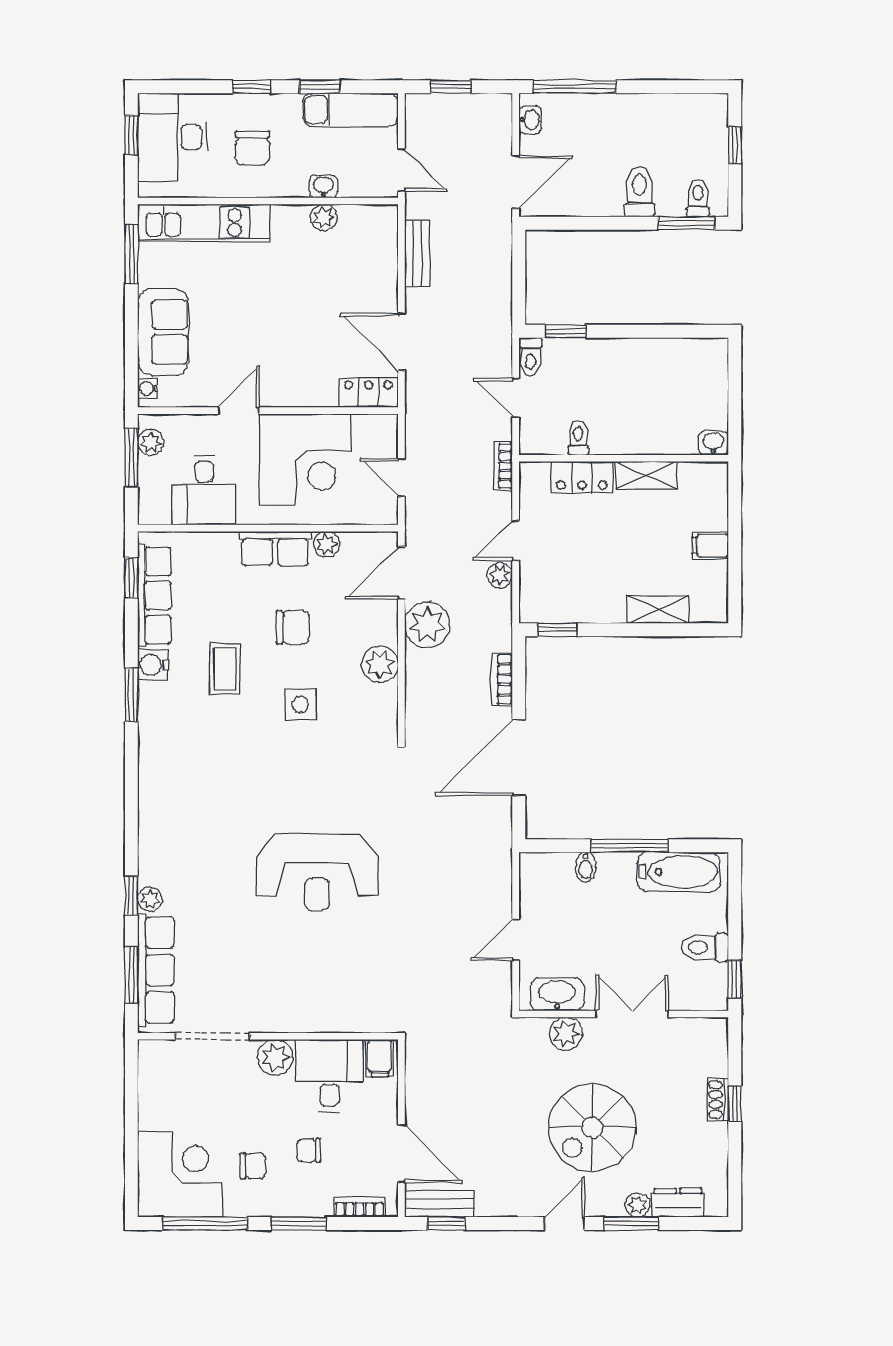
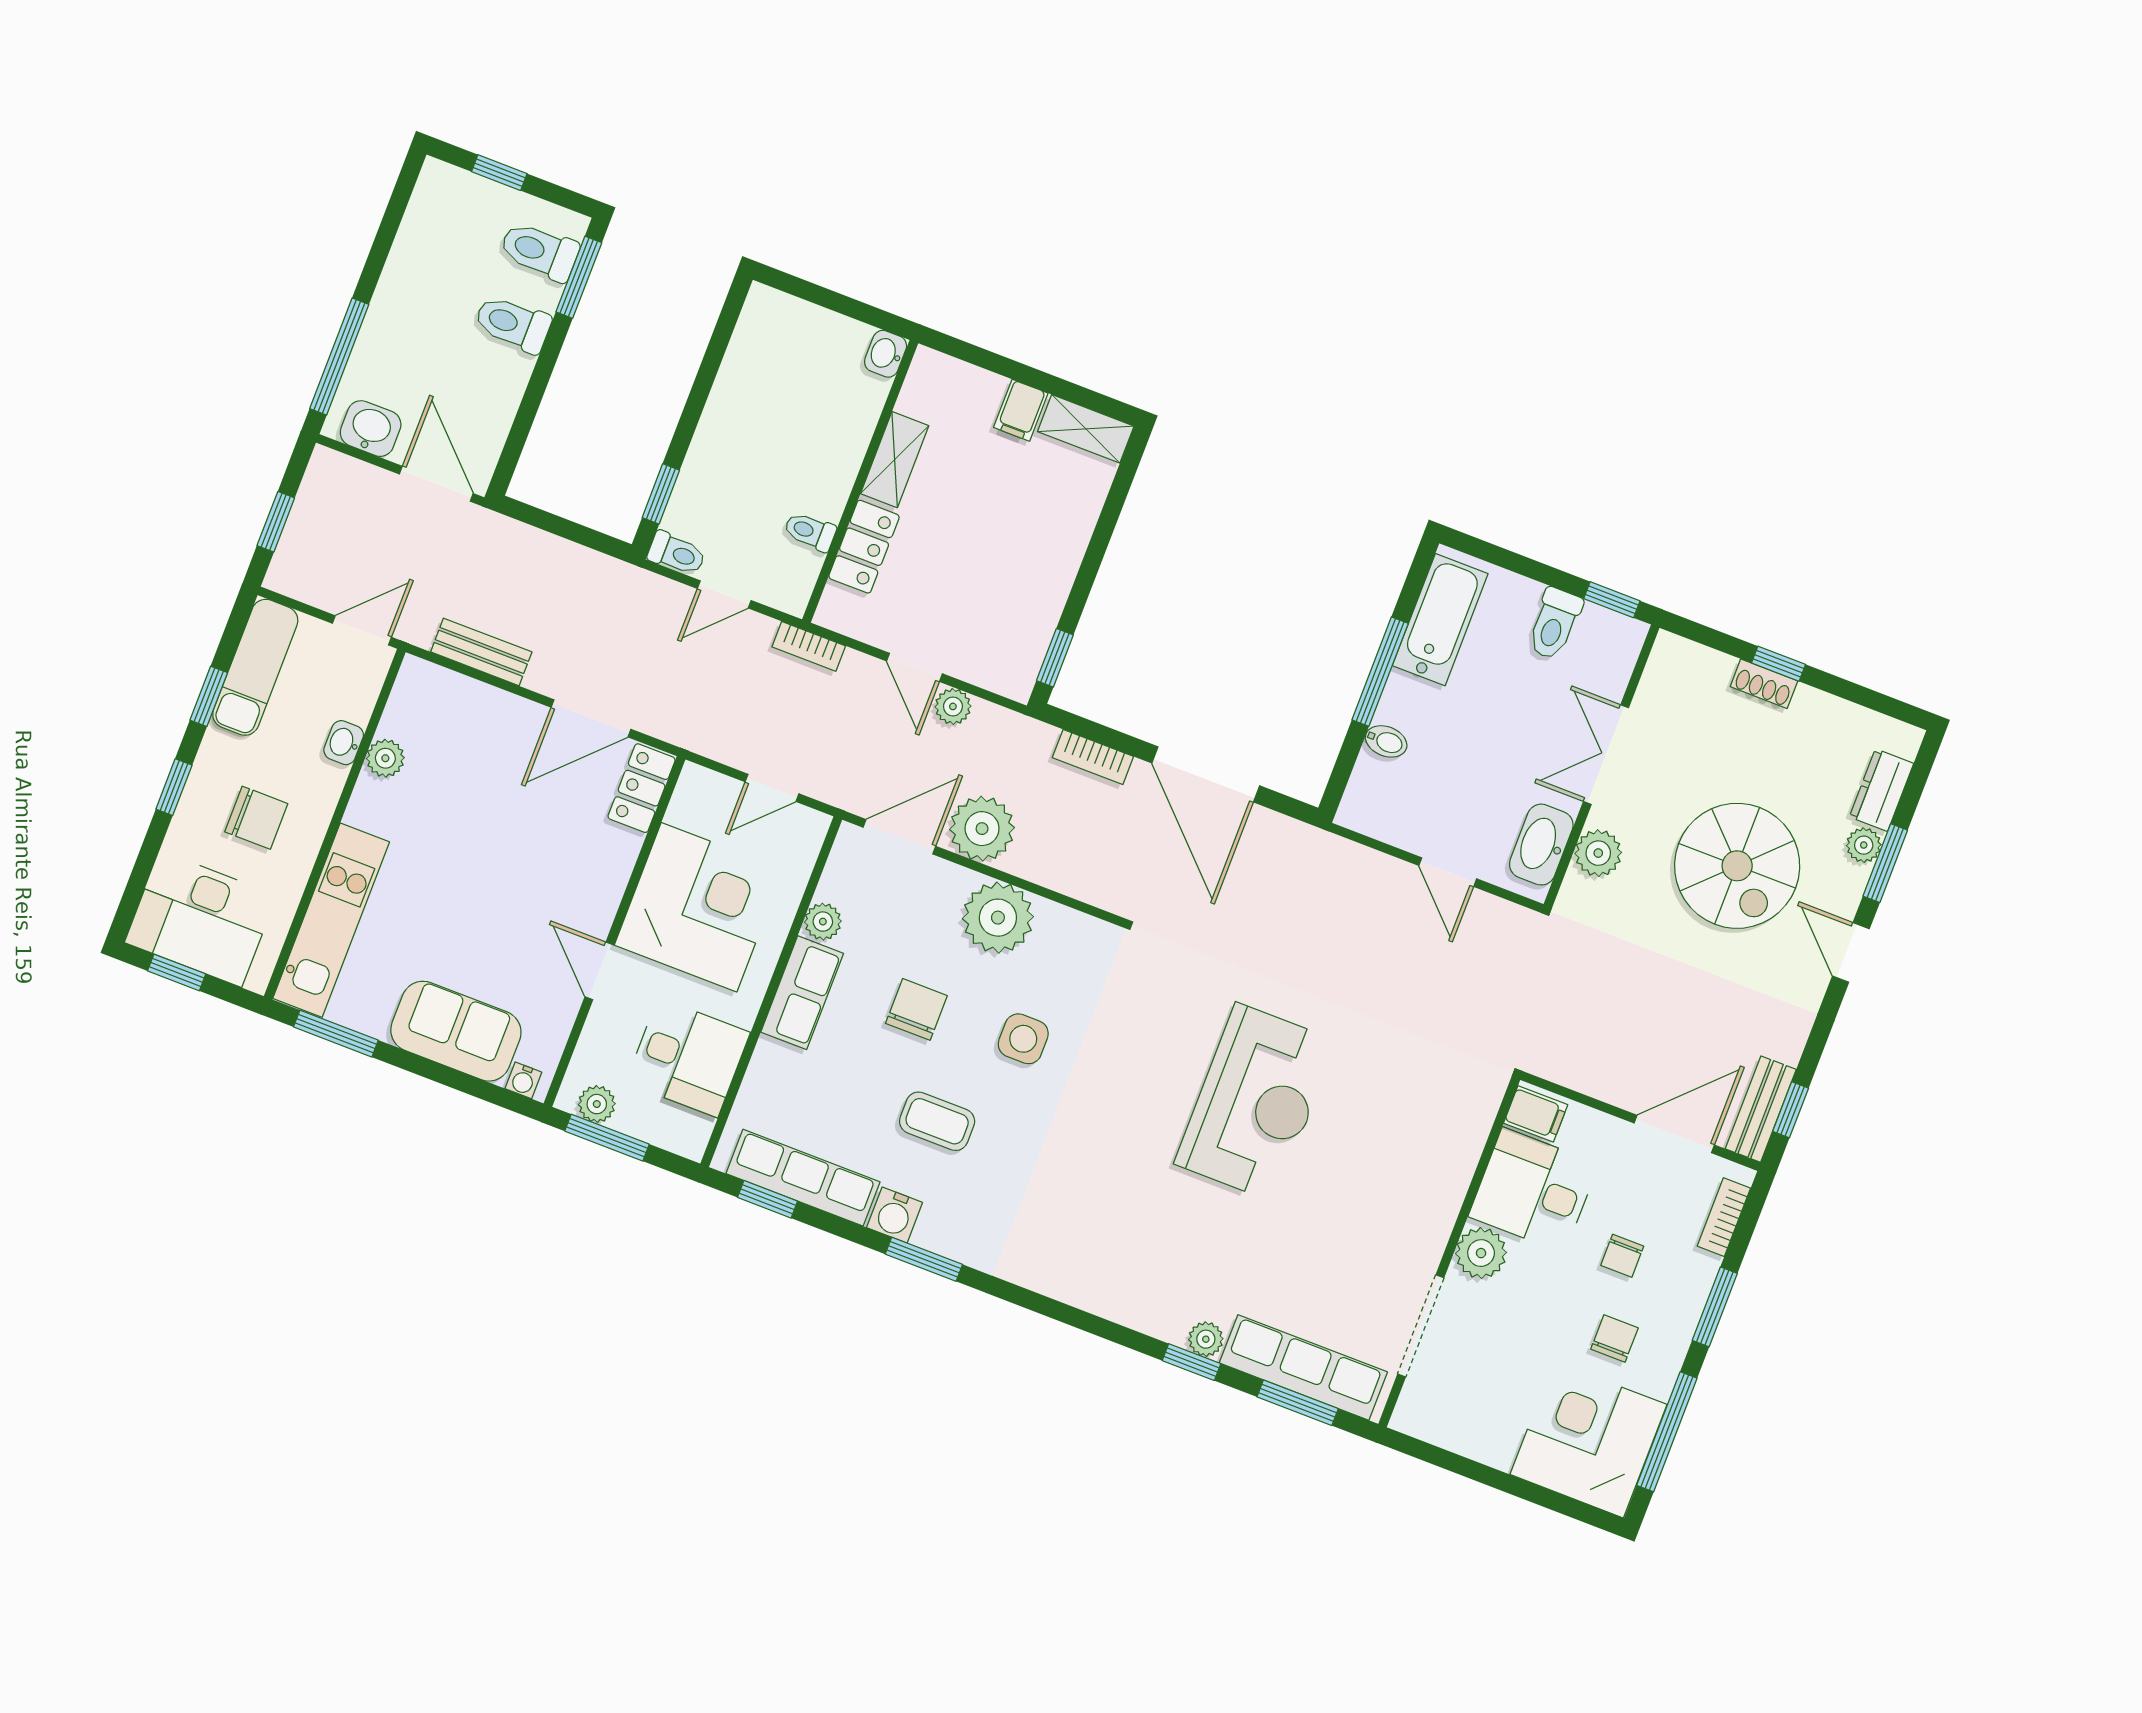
washbasin: (530, 120) -> (371, 429), width x1.38, depth x1.45
toilet: (698, 198) -> (539, 251), width x1.37, depth x1.39
door: (401, 573) -> (899, 837), swing flipped
shelving: (658, 609) -> (1086, 429), moved, turned 90
plant: (380, 664) -> (998, 918), width x1.36, depth x1.36

